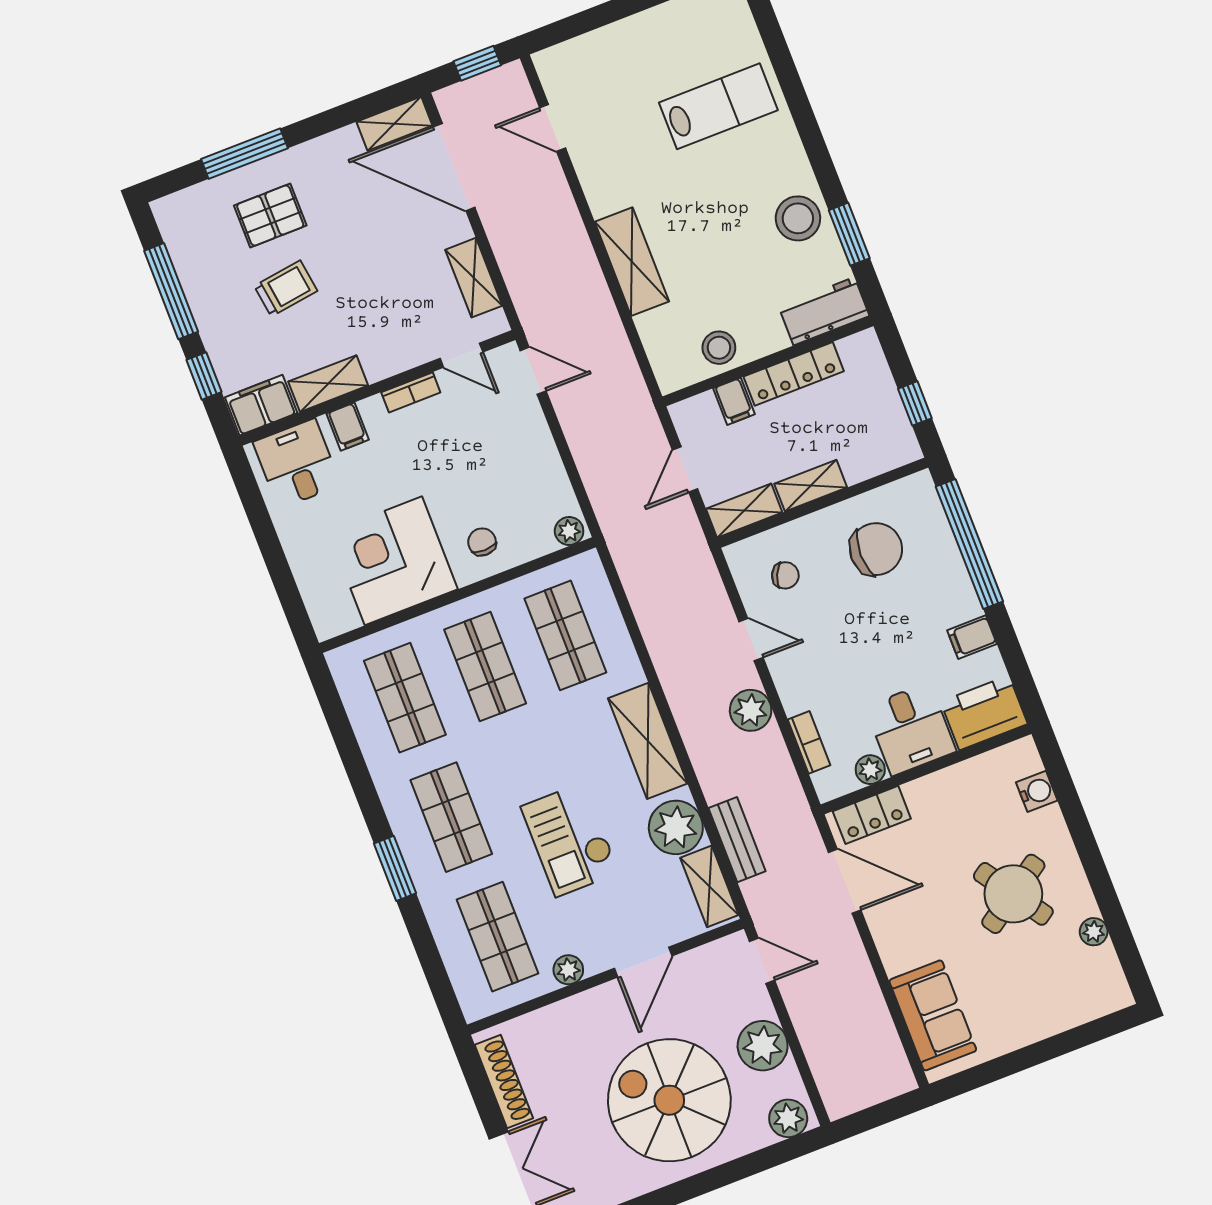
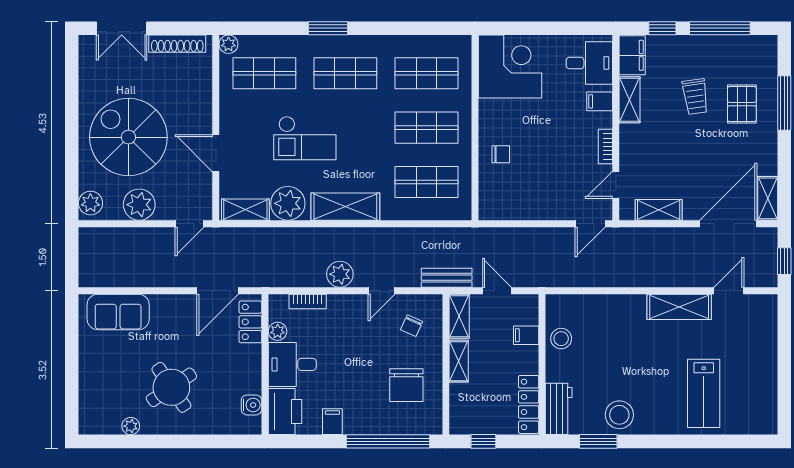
shelving: (632, 262) -> (679, 307), moved
locker: (794, 374) -> (529, 404), moved
plant: (569, 531) -> (487, 208), removed
corner desk: (393, 561) -> (510, 67), moved
water cooler: (1037, 791) -> (251, 405), moved, turned -90
checkout: (570, 840) -> (305, 138), turned 180
bench: (737, 840) -> (447, 278), moved
plant: (568, 970) -> (228, 44), moved
spiral stairs: (669, 1100) -> (128, 137), turned -90

